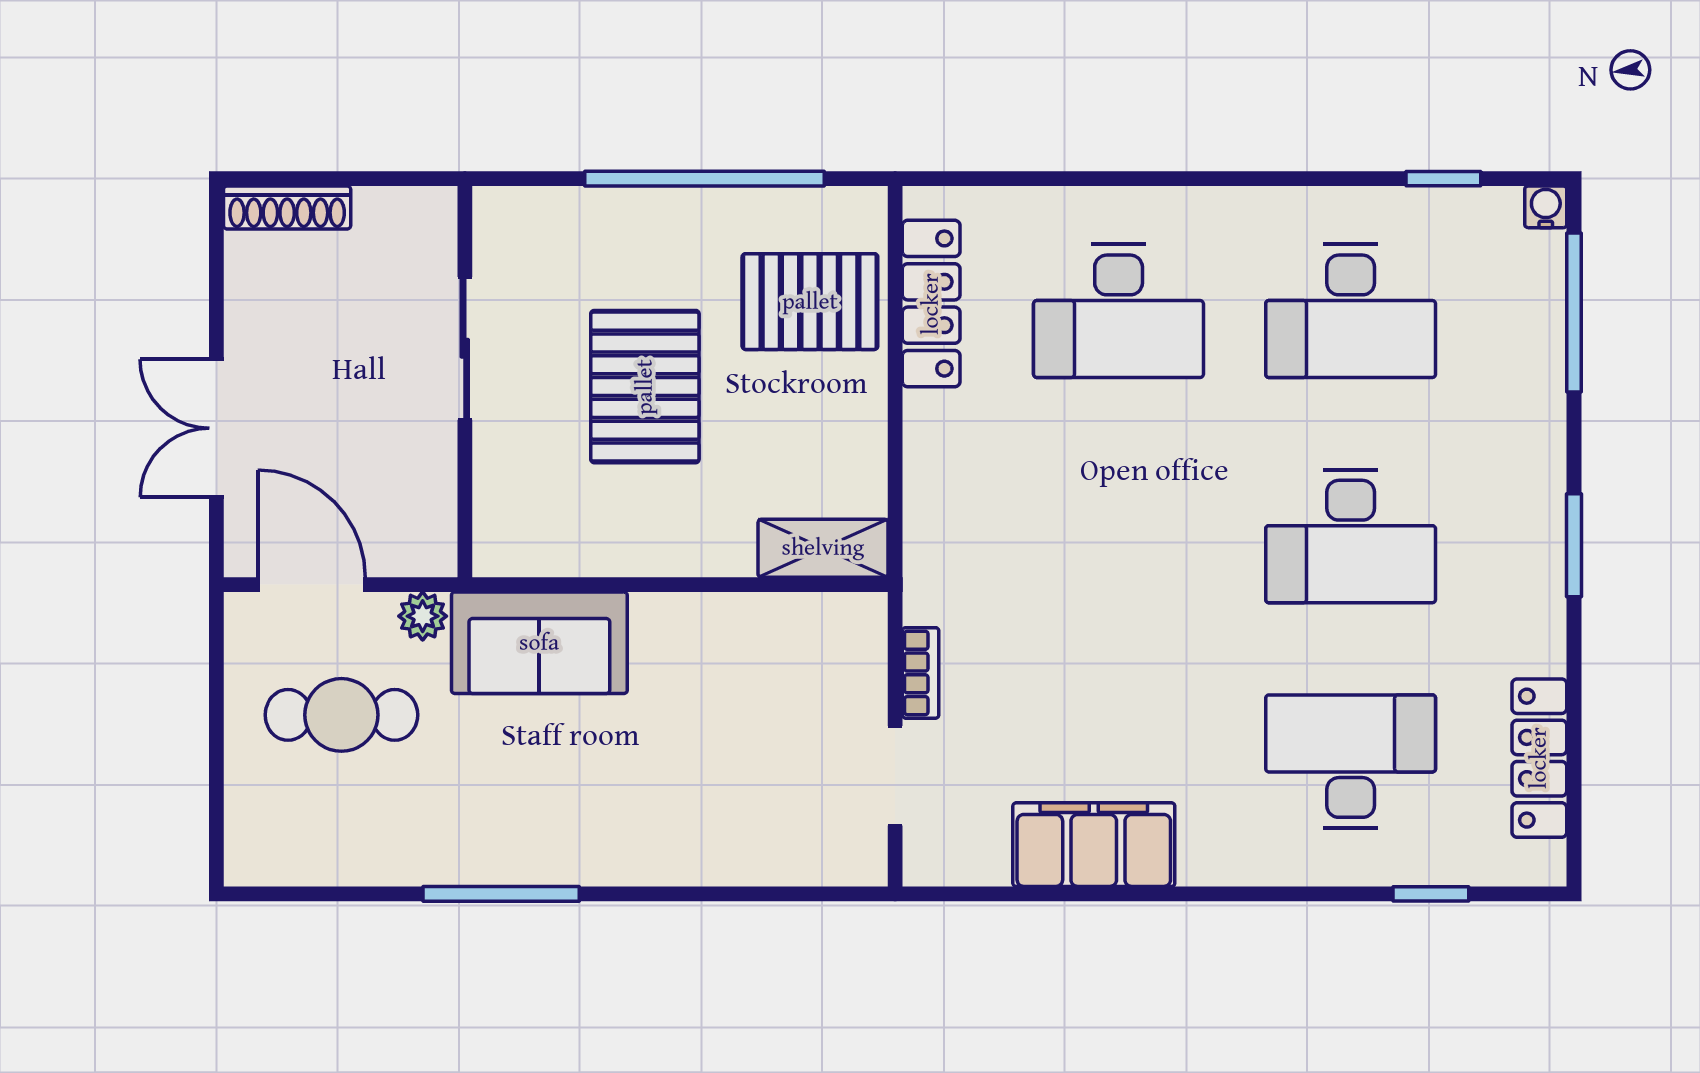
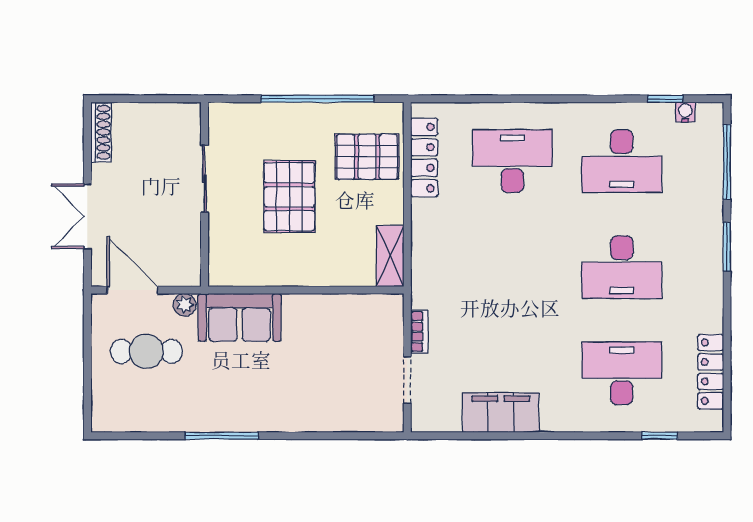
water cooler: (1546, 207) -> (685, 112), moved
shoe rack: (287, 208) -> (101, 132), moved, turned -90
desk: (1119, 311) -> (512, 161), turned 180
window: (1574, 545) -> (727, 247), moved
shelving: (823, 548) -> (390, 256), moved, turned 90

